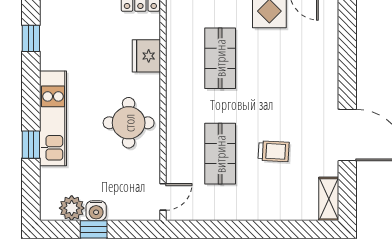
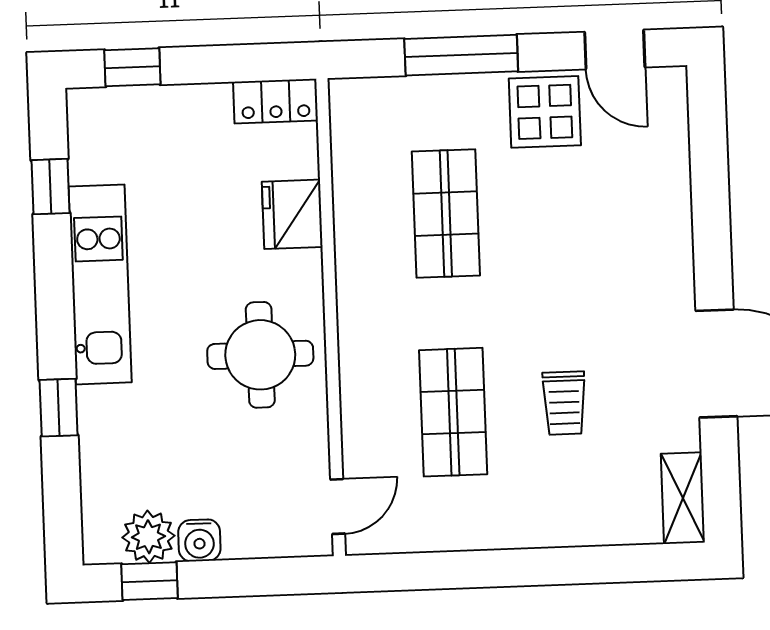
kitchen unit: (53, 118) -> (100, 284), moved
trolley: (274, 151) -> (564, 403), turned 87
window: (94, 229) -> (150, 581), moved

